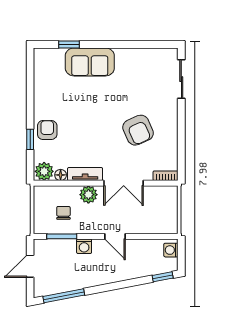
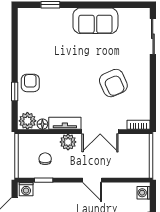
sofa: (90, 62) -> (95, 21), moved
window: (62, 236) -> (44, 180), width x0.67
washing machine: (84, 246) -> (26, 189), moved

